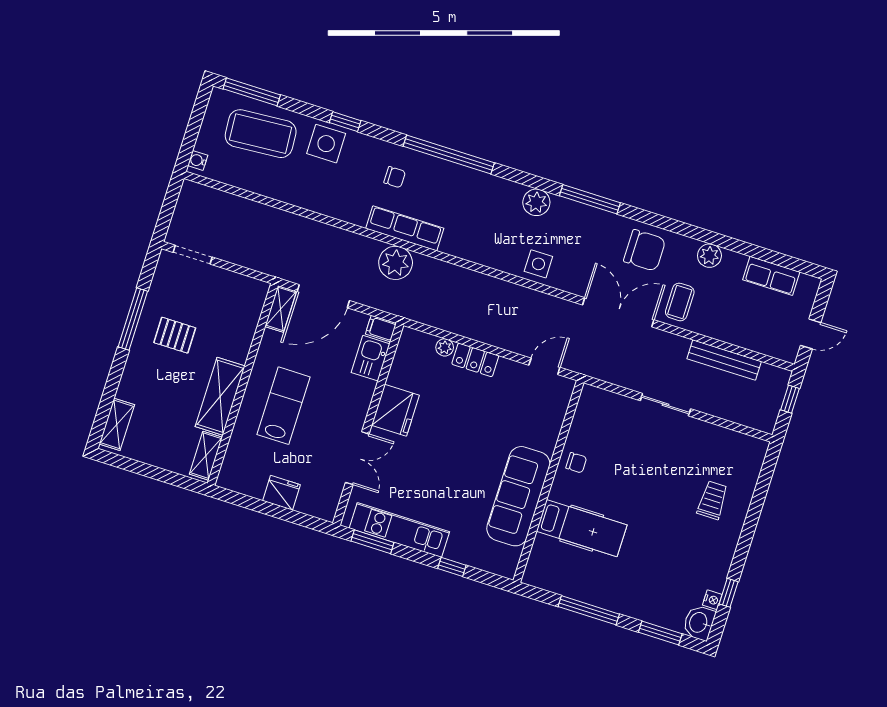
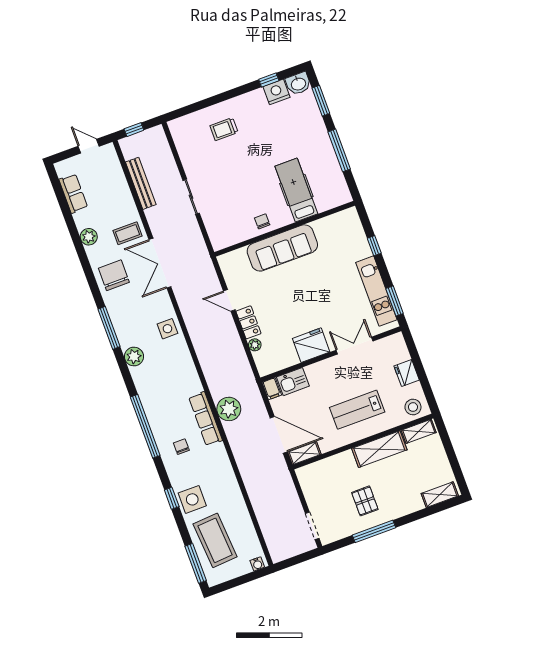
door: (544, 366) -> (229, 300), moved
stool: (238, 470) -> (413, 407), added
sofa: (518, 496) -> (282, 248), moved
nightstand: (712, 600) -> (276, 92), width x1.89, depth x1.79

